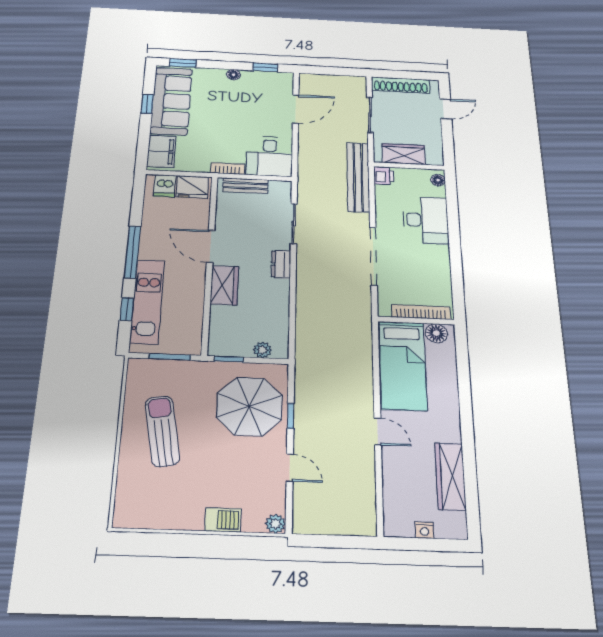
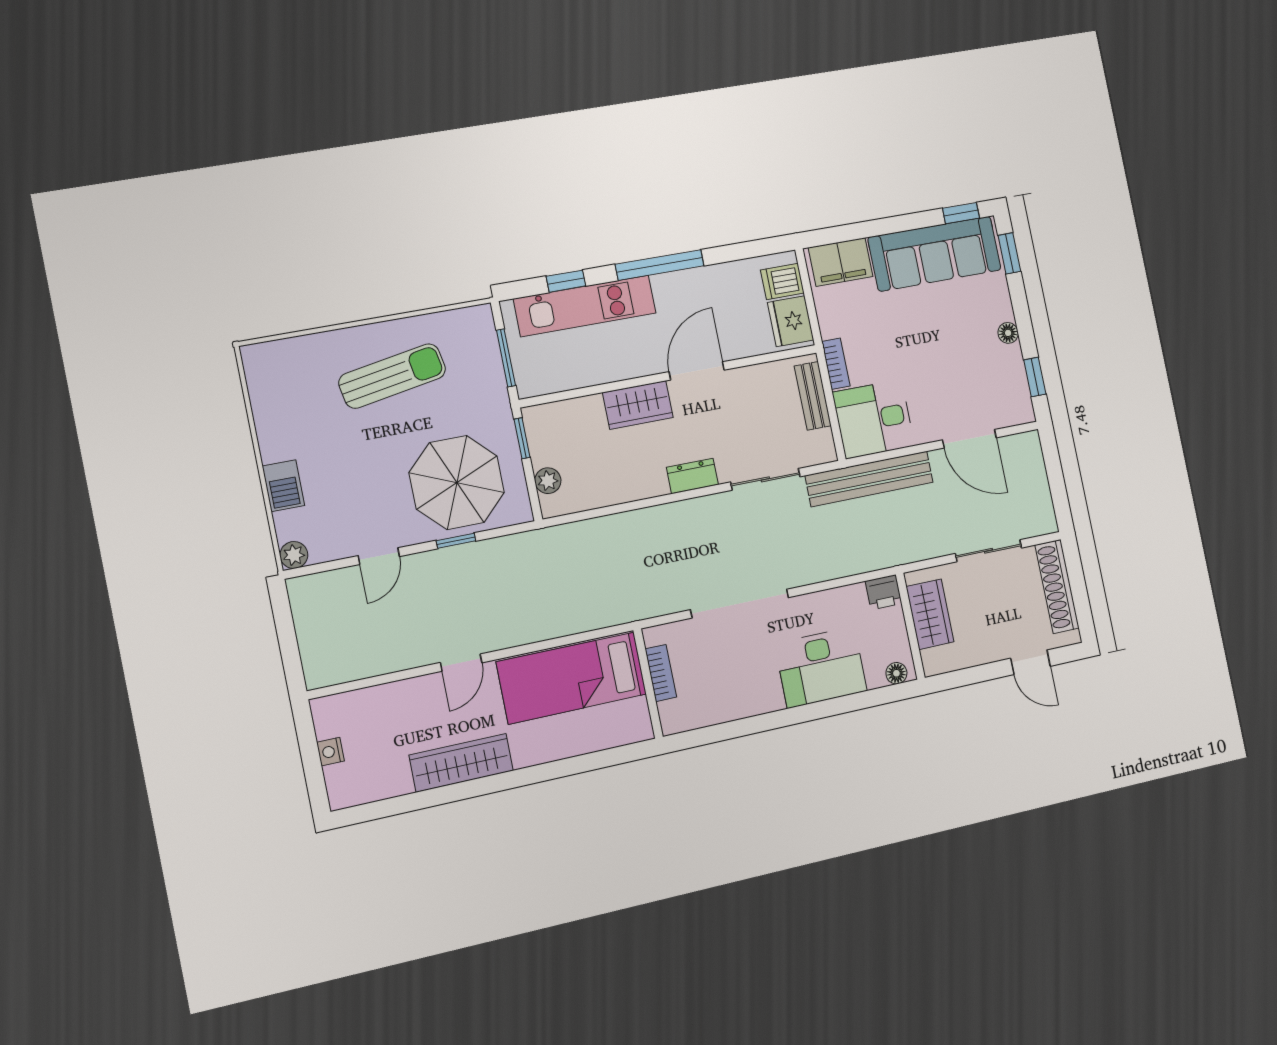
window: (147, 104) -> (961, 213), moved
bench: (358, 177) -> (869, 479), moved
bookcase: (421, 312) -> (661, 673), width x0.64
floor lamp: (436, 333) -> (635, 716), removed
wardrobe: (450, 476) -> (461, 763), moved

